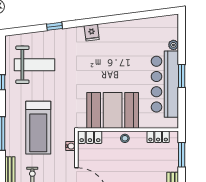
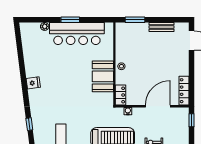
fridge: (92, 33) -> (33, 83), moved
booth: (113, 110) -> (103, 76), width x0.73, depth x0.70
locker: (158, 137) -> (120, 39), removed

